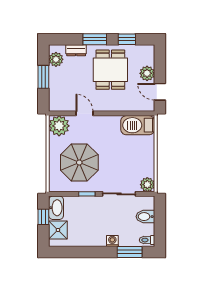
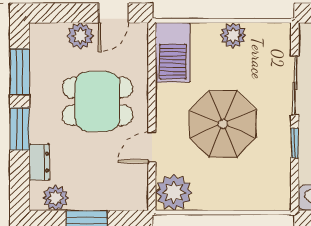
window: (127, 39) -> (20, 72), width x1.50
dining table: (110, 70) -> (97, 101), moved
parasol: (79, 163) -> (223, 124), moved
plant: (147, 185) -> (233, 35), moved

